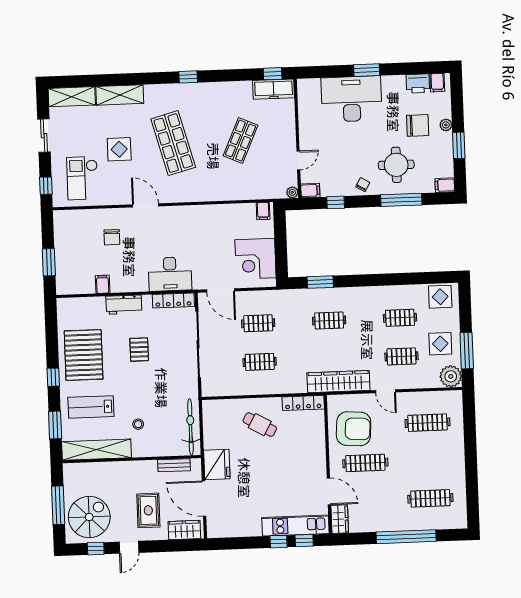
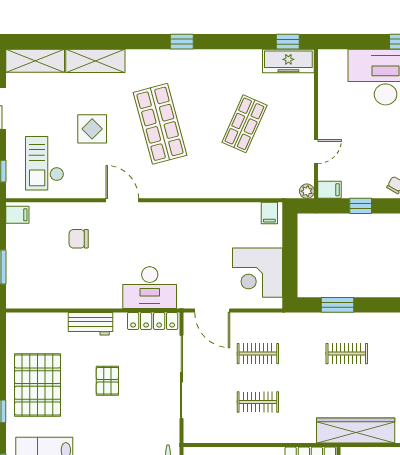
chair: (112, 237) -> (79, 239), turned 90
filing cabinet: (103, 284) -> (17, 215), moved, turned 90

